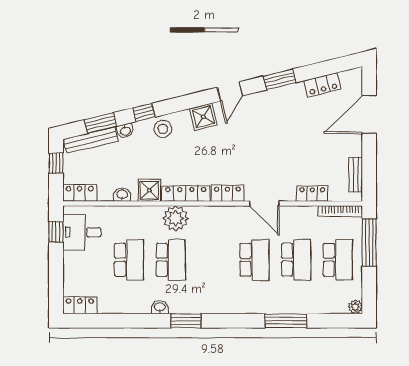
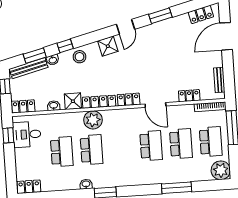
locker: (322, 85) -> (201, 14), moved
plant: (355, 307) -> (221, 170), width x1.87, depth x1.87

